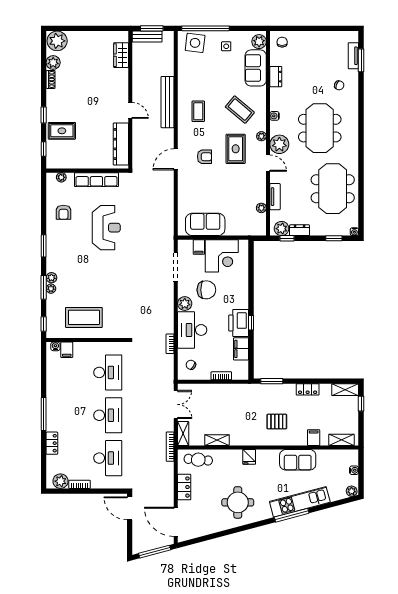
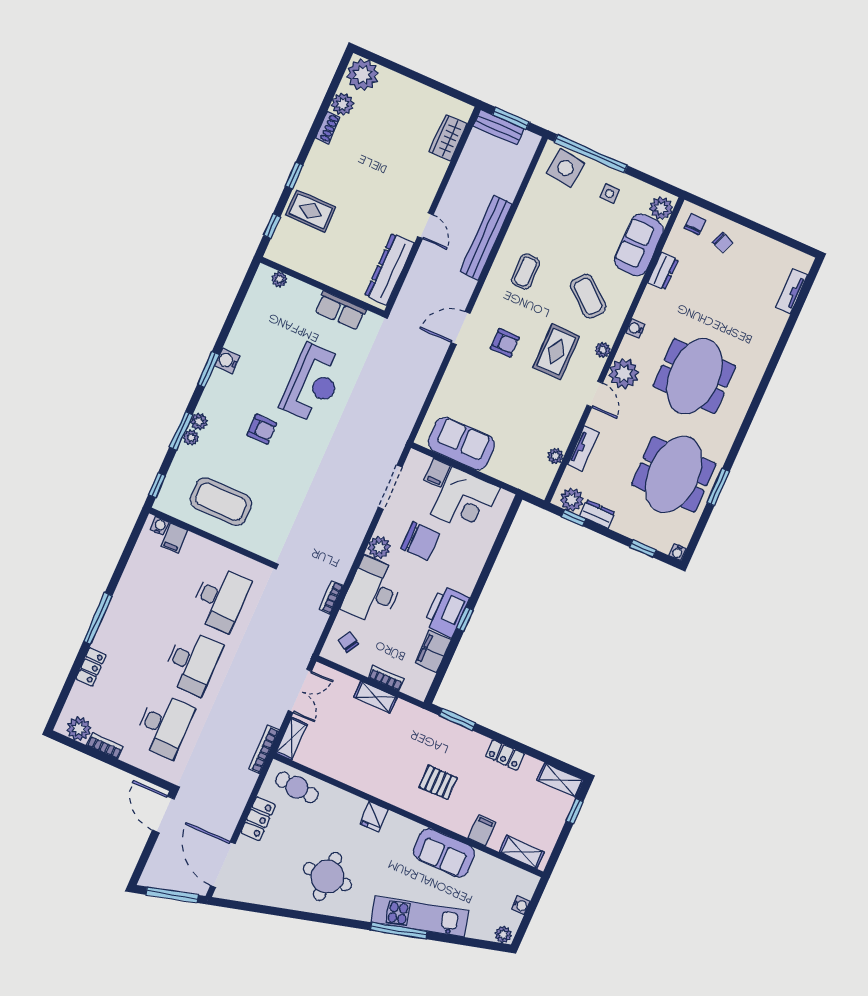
window: (361, 60) -> (718, 487), moved
chair: (339, 85) -> (723, 242), moved
row of seats: (96, 180) -> (340, 311), width x0.68
armchair: (63, 212) -> (262, 429), moved, turned -90
water cooler: (52, 236) -> (227, 361), added
shelving: (217, 440) -> (376, 697), moved

